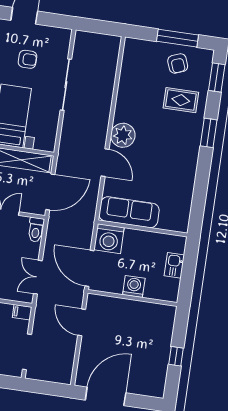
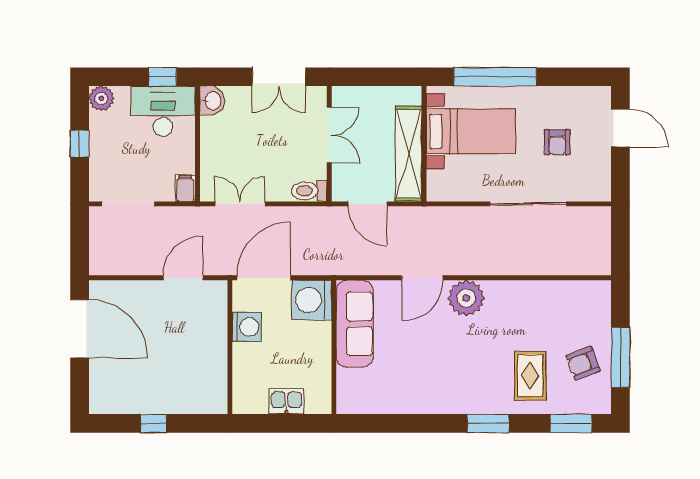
door: (50, 192) -> (368, 204), width x0.73
washing machine: (134, 287) -> (247, 327), moved

